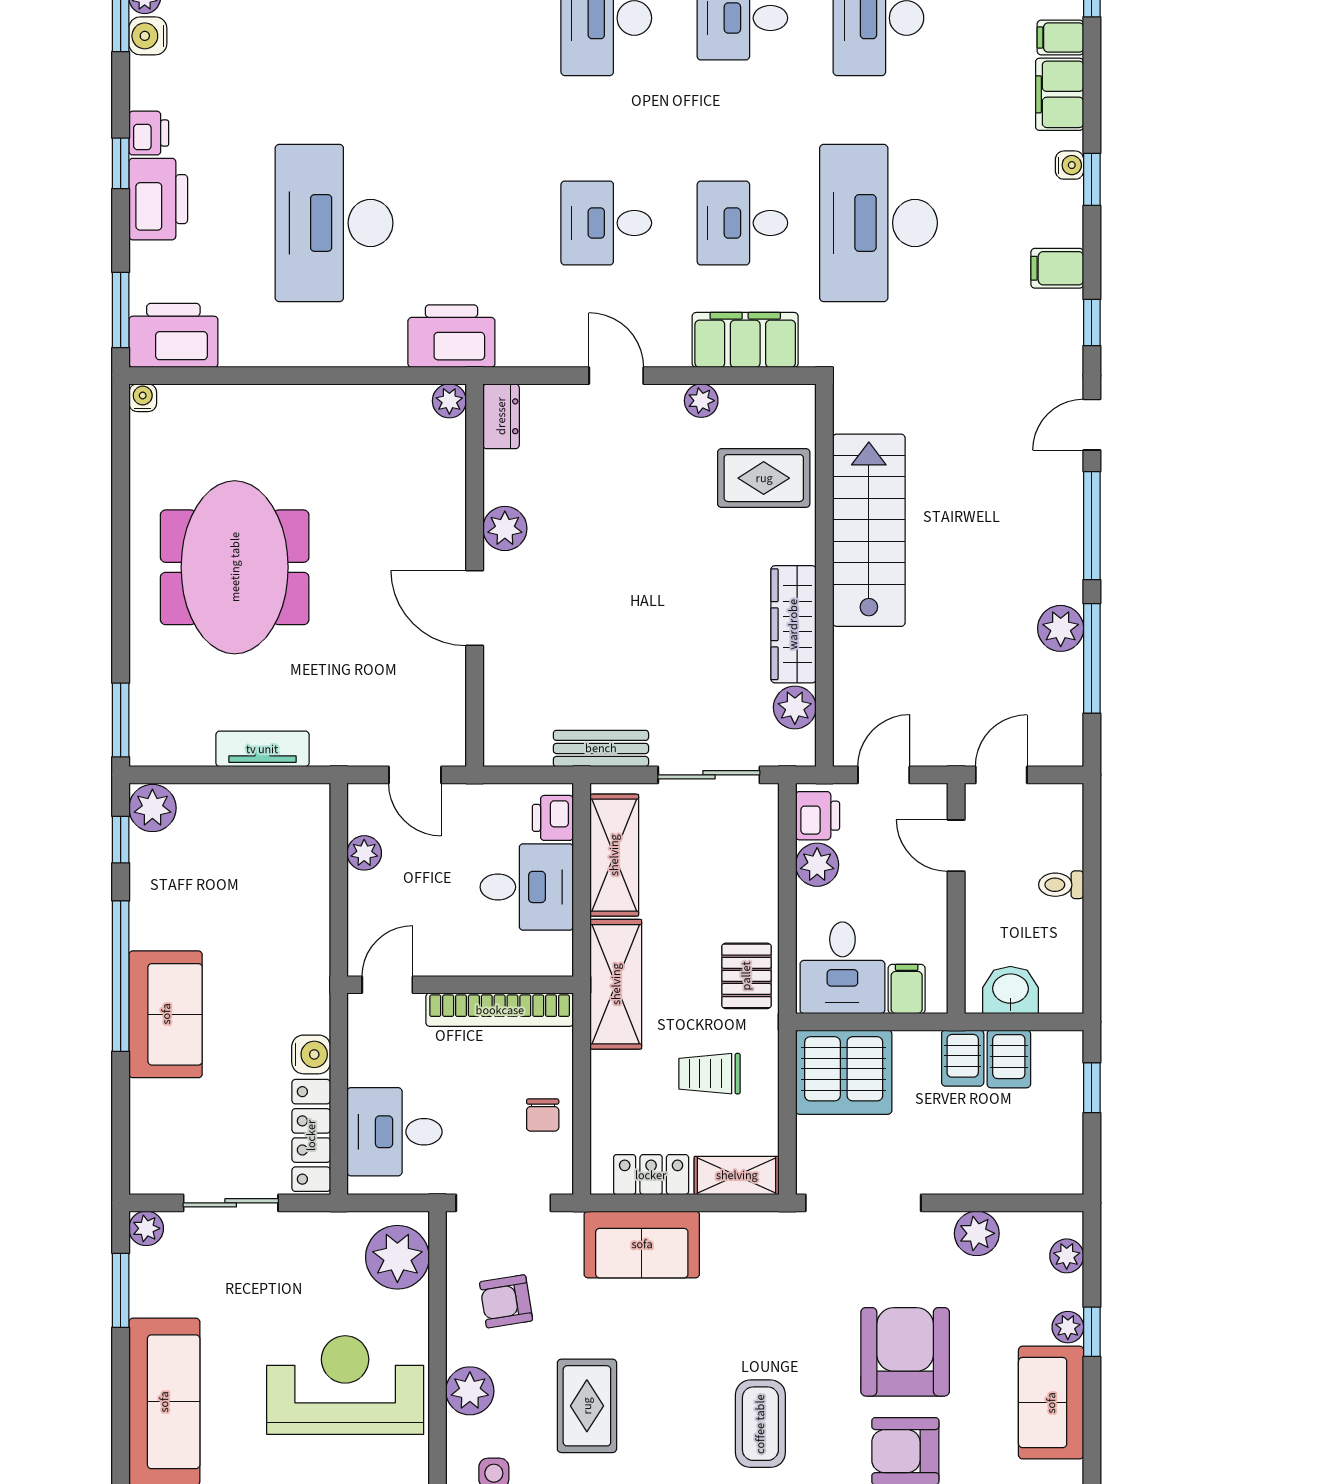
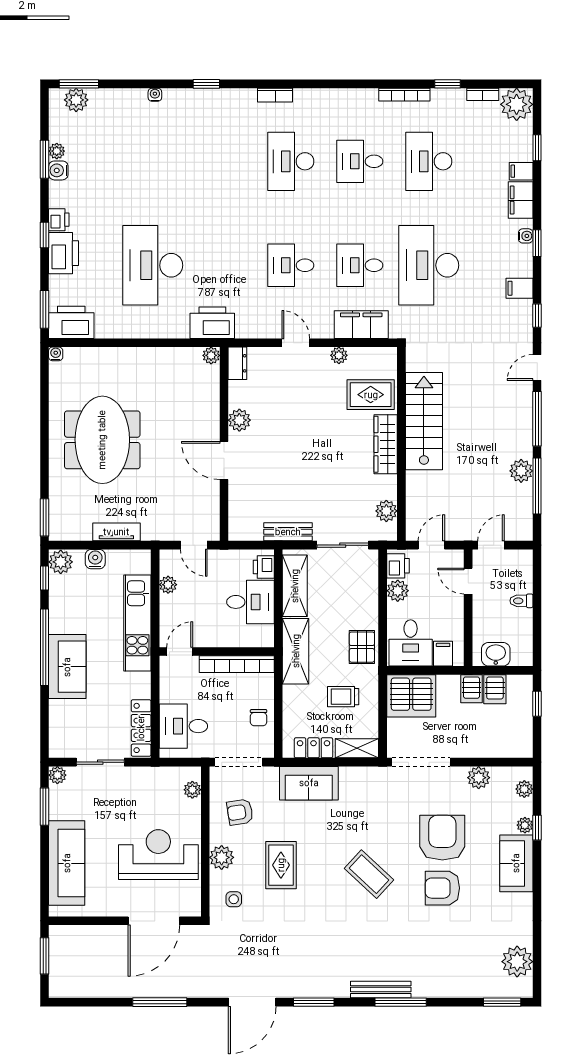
wardrobe: (793, 624) -> (386, 444), moved
kitchen unit: (304, 929) -> (137, 623), added
water cooler: (311, 1054) -> (95, 559), moved, turned -90
plant: (397, 1257) -> (192, 790), width x0.53, depth x0.53
coffee table: (760, 1424) -> (369, 874), turned -47

